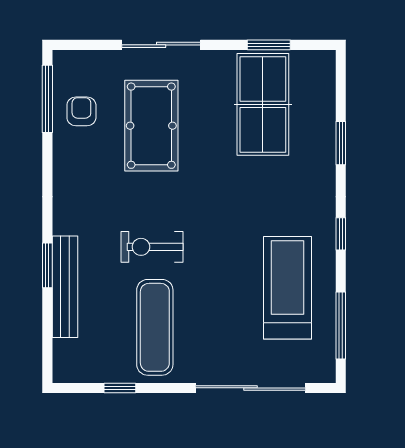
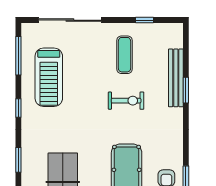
exercise mat: (155, 327) -> (124, 55), width x0.73, depth x0.69

